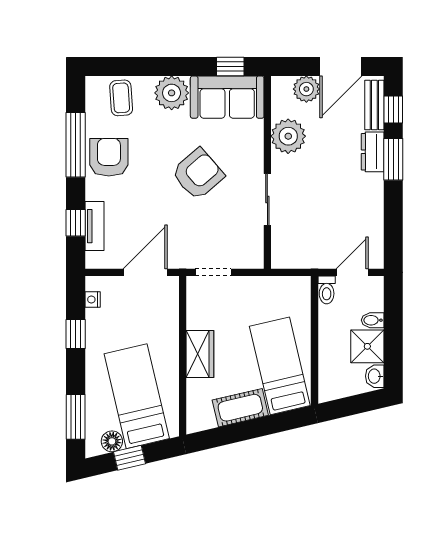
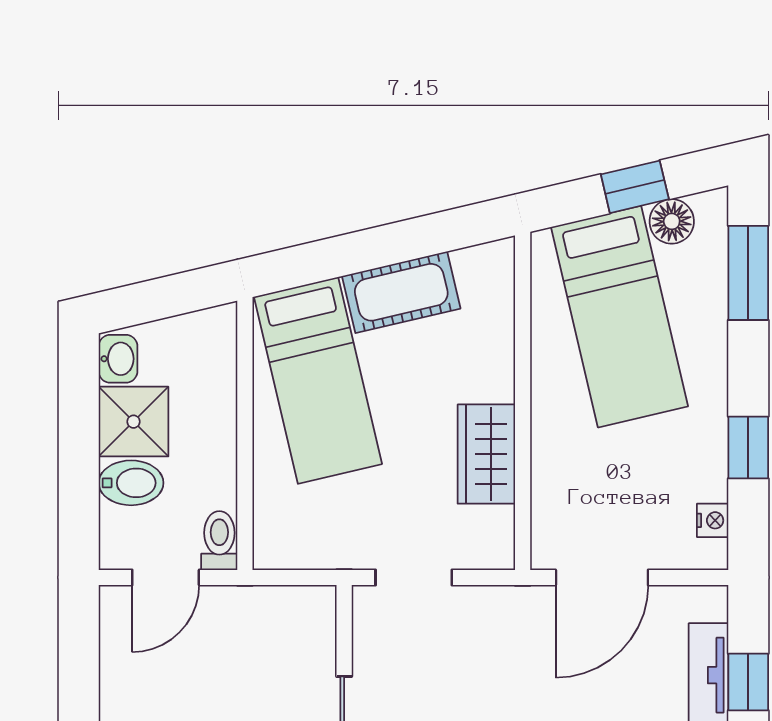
doorway: (213, 272) -> (414, 577), moved
bidet: (373, 320) -> (131, 483), width x1.38, depth x1.36
wardrobe: (200, 354) -> (486, 454), moved

